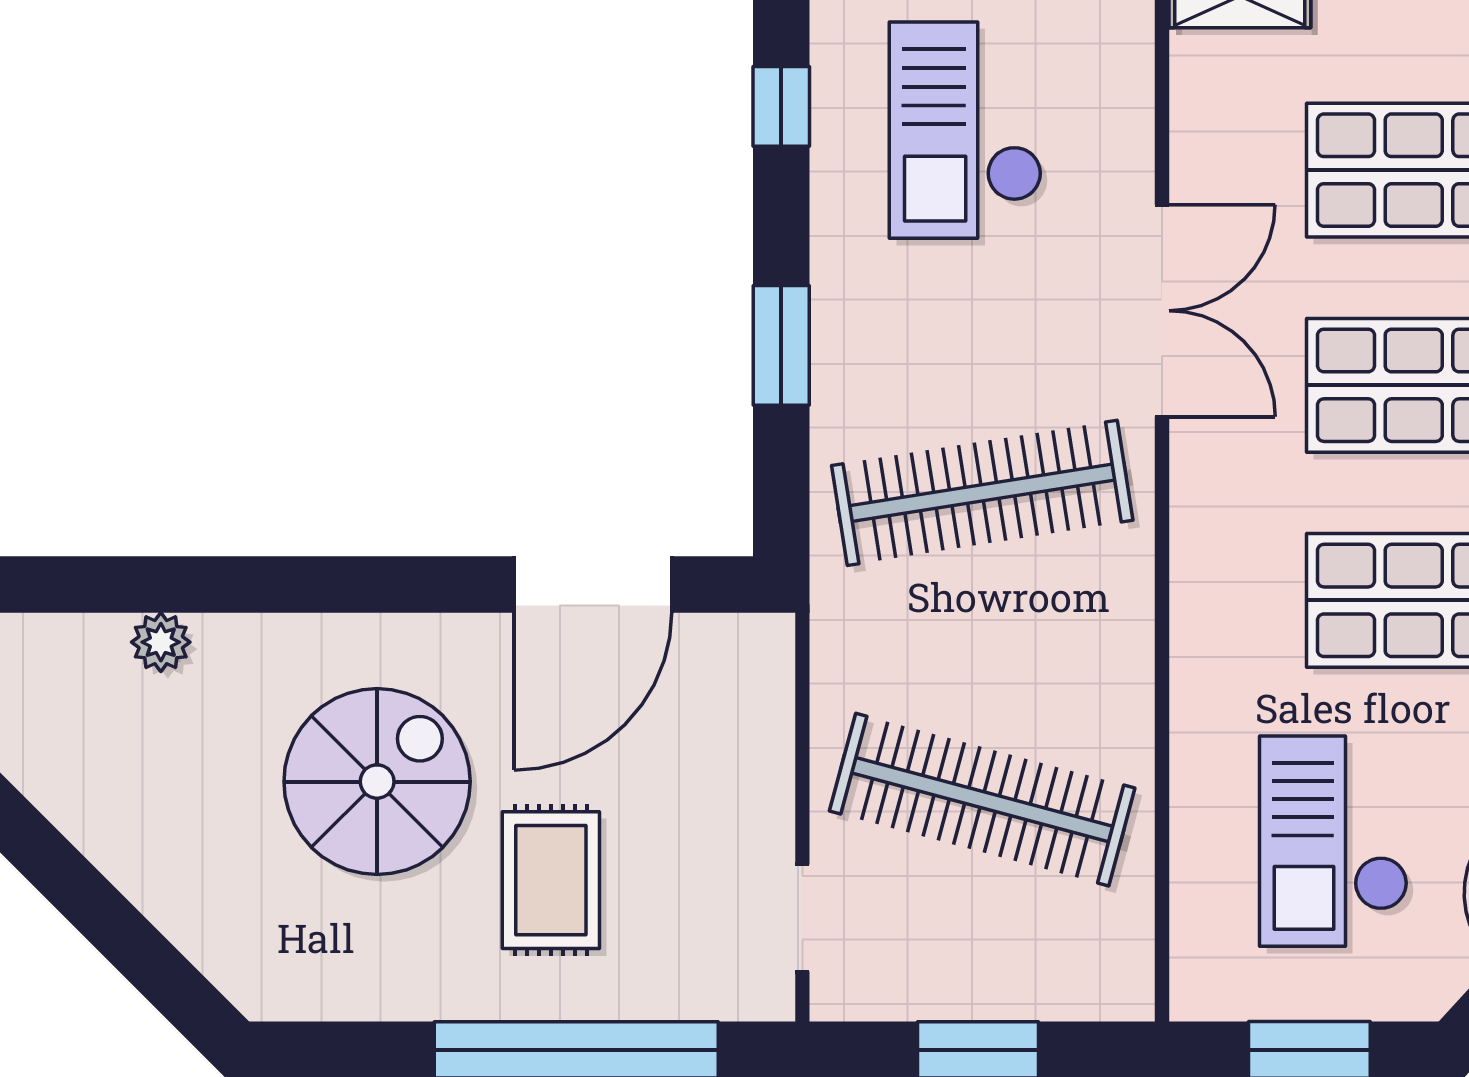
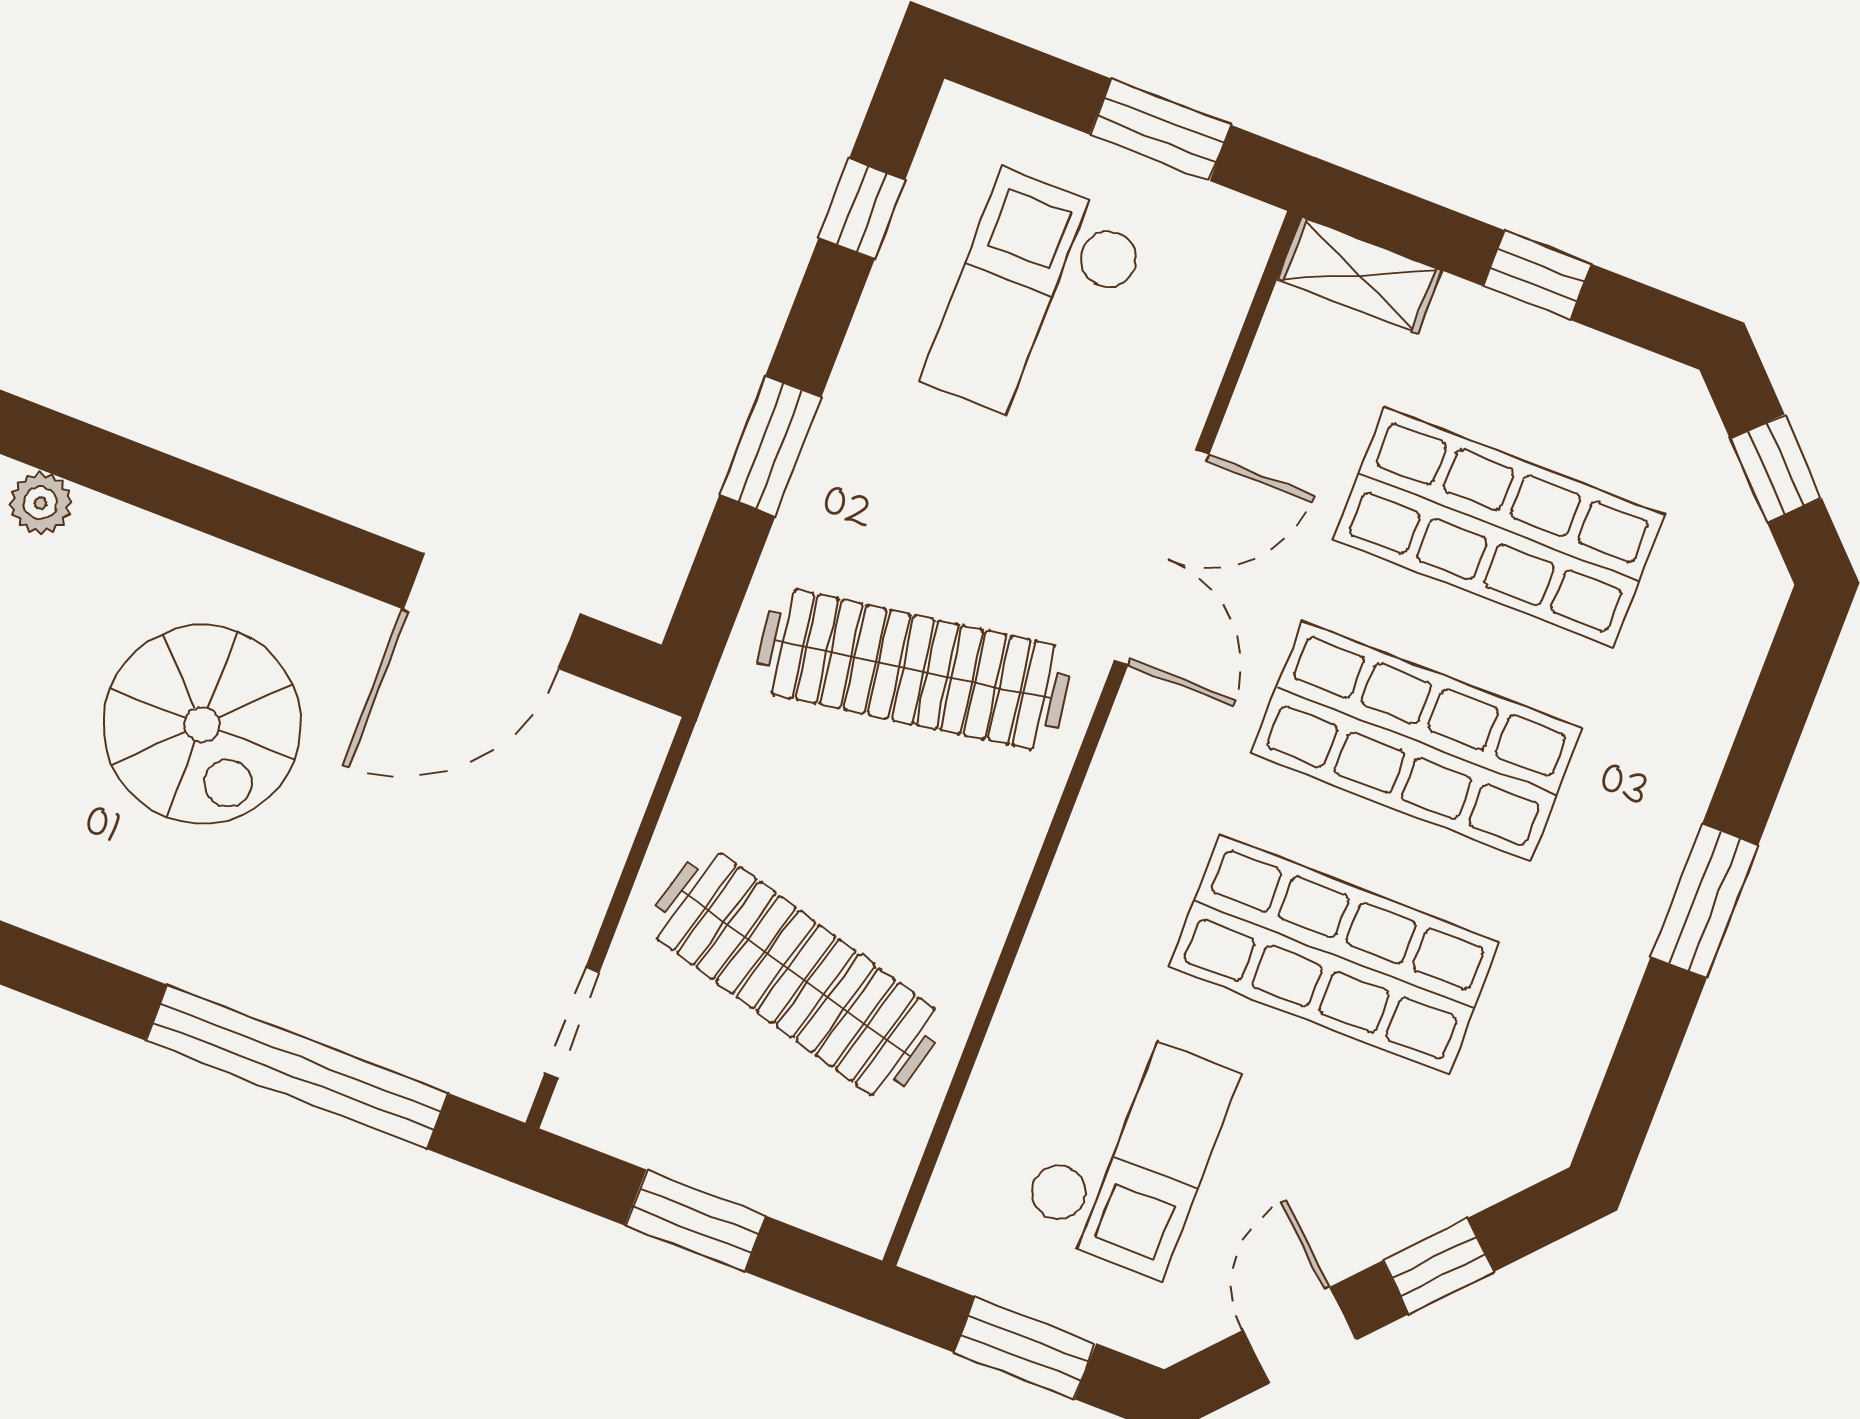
spiral stairs: (377, 782) -> (202, 724), turned 90
checkout: (1334, 841) -> (1129, 1150), turned 180
rug: (551, 880) -> (337, 889), removed

